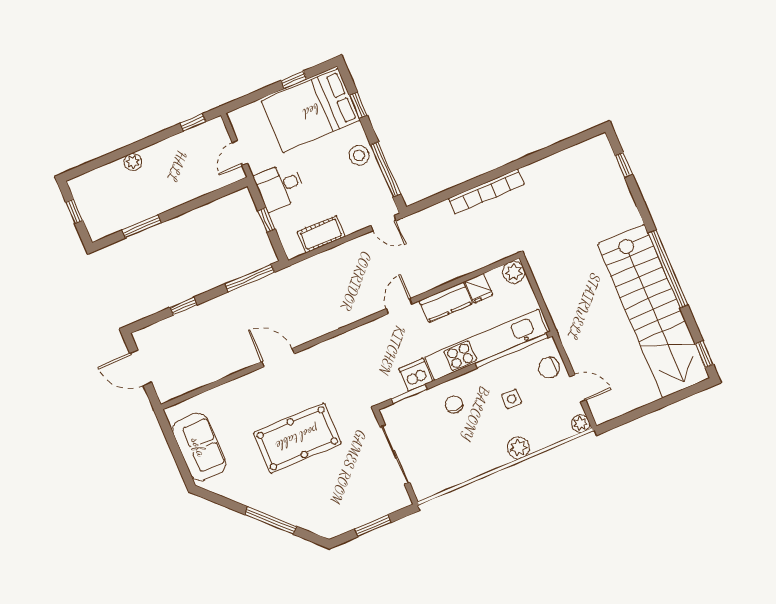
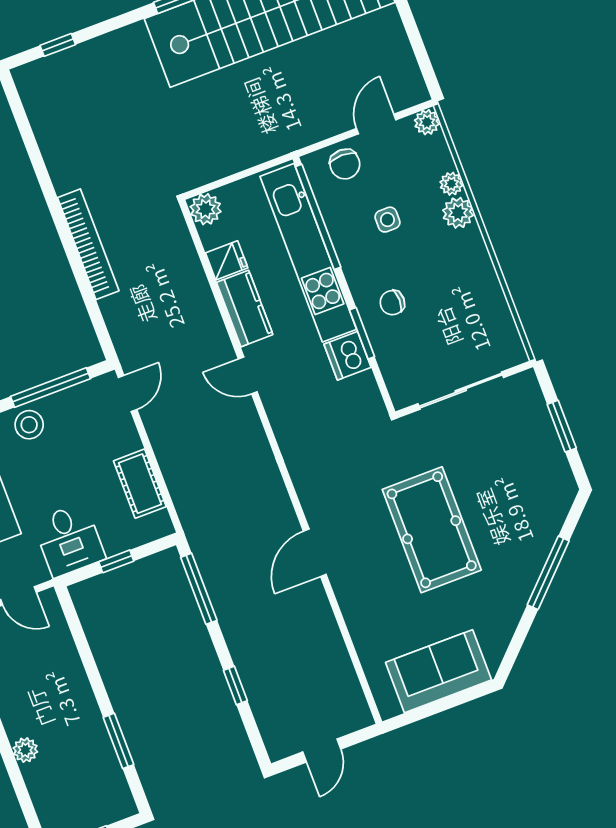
door: (141, 368) -> (322, 751), width x0.73
window: (409, 394) -> (362, 333), moved
plant: (538, 442) -> (451, 184), added

